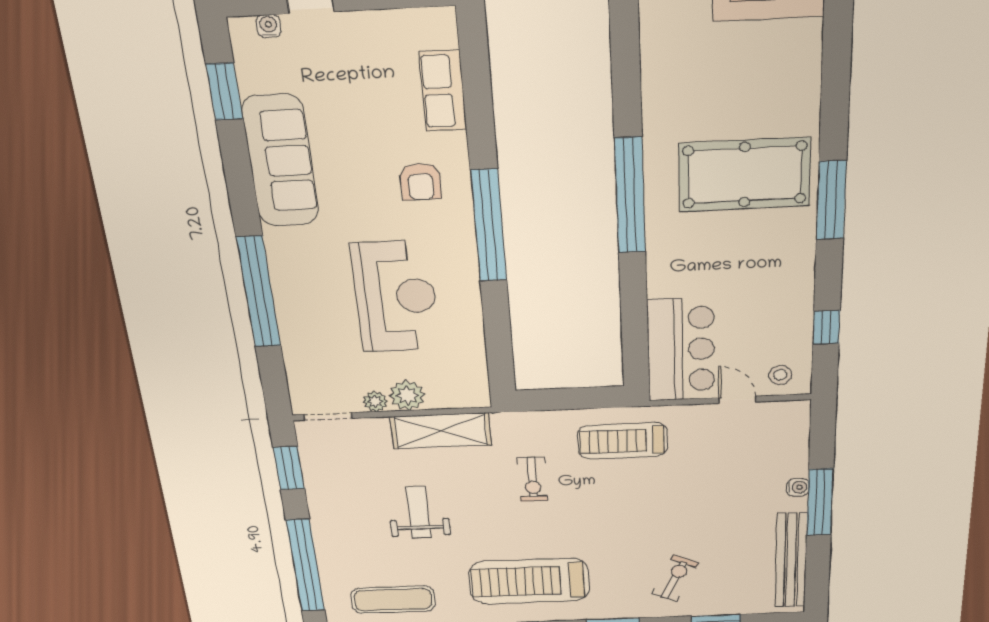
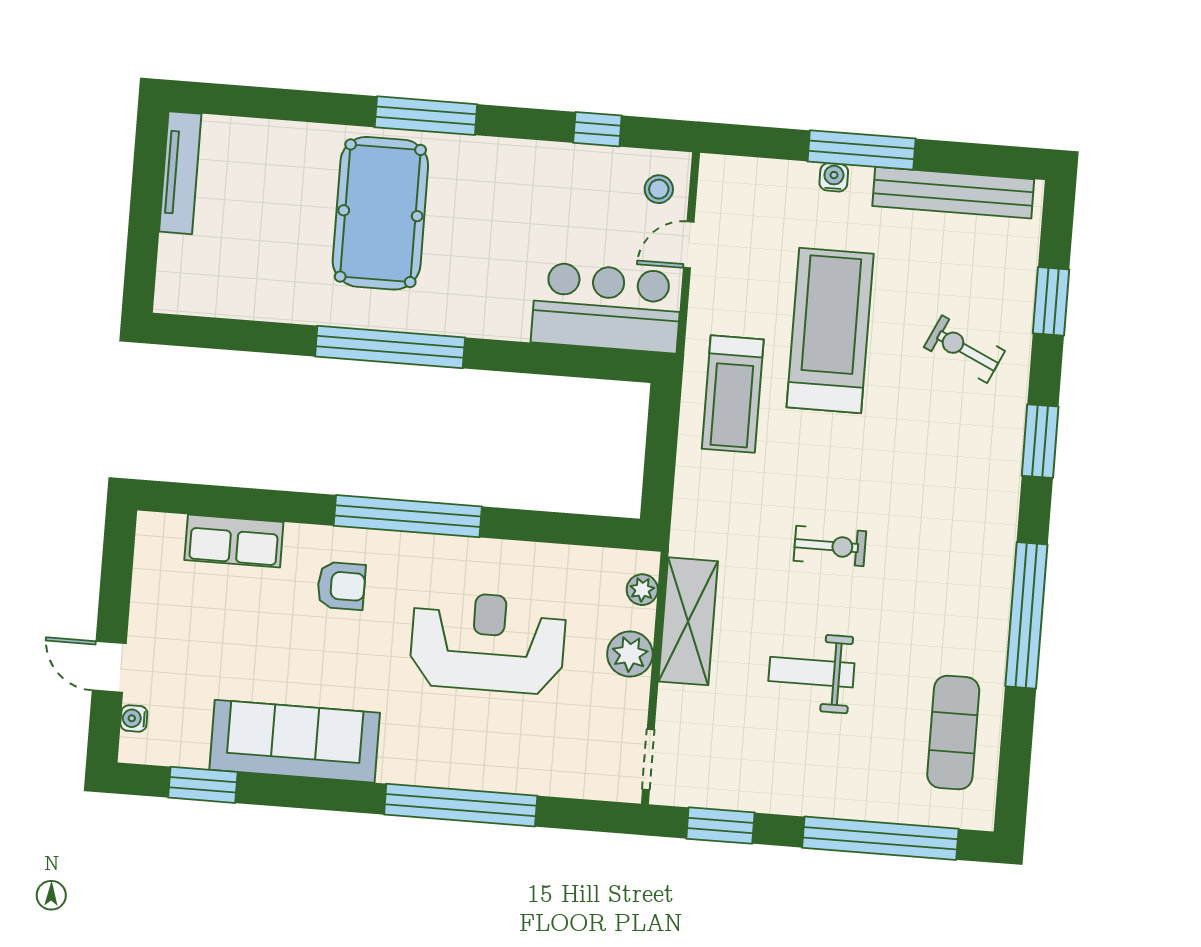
plant: (375, 402) -> (642, 590), moved
exercise bike: (533, 479) -> (830, 546), moved
treadmill: (529, 581) -> (830, 331), moved, turned 180

